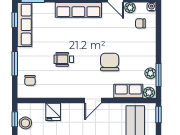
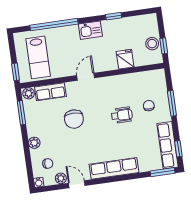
plant: (150, 73) -> (34, 143), moved
chair: (30, 80) -> (149, 106), moved

